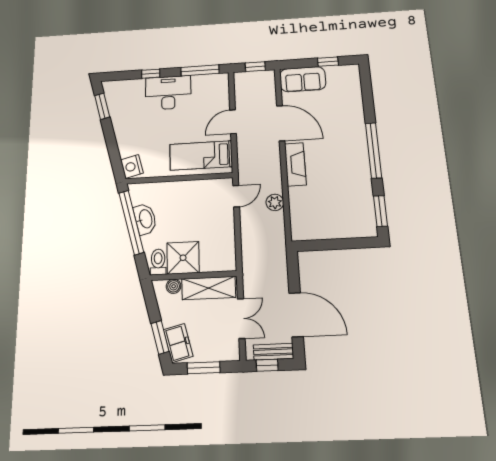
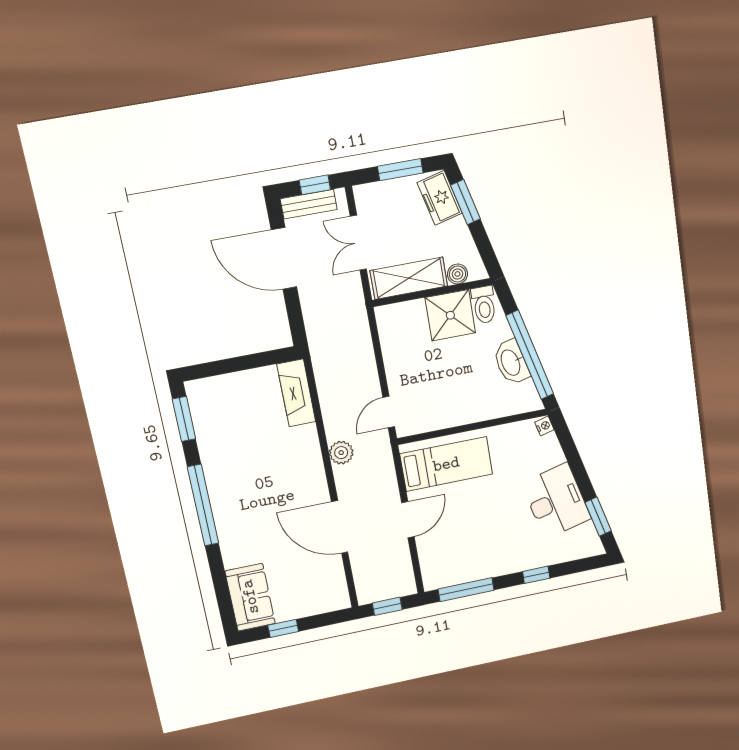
sofa: (303, 79) -> (250, 597), moved, turned 90
desk: (168, 93) -> (556, 501), moved, turned -104
fireplace: (295, 164) -> (296, 393), moved
nightstand: (132, 166) -> (544, 426), width x0.53, depth x0.56
plant: (275, 202) -> (341, 453), moved

